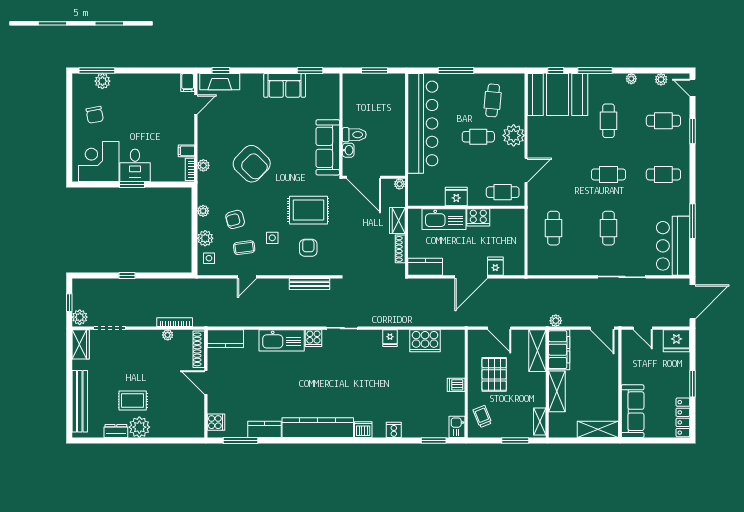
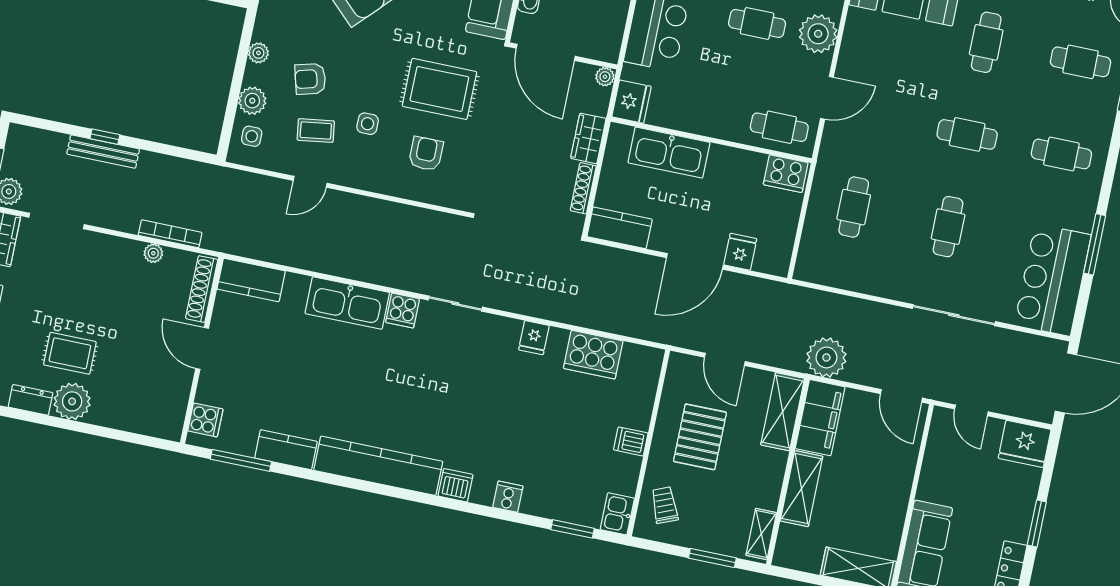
fridge: (456, 196) -> (631, 102), moved, turned 90
cooker: (478, 217) -> (786, 174), moved
bench: (309, 284) -> (103, 152), moved
plant: (556, 321) -> (826, 357), width x1.88, depth x1.88

